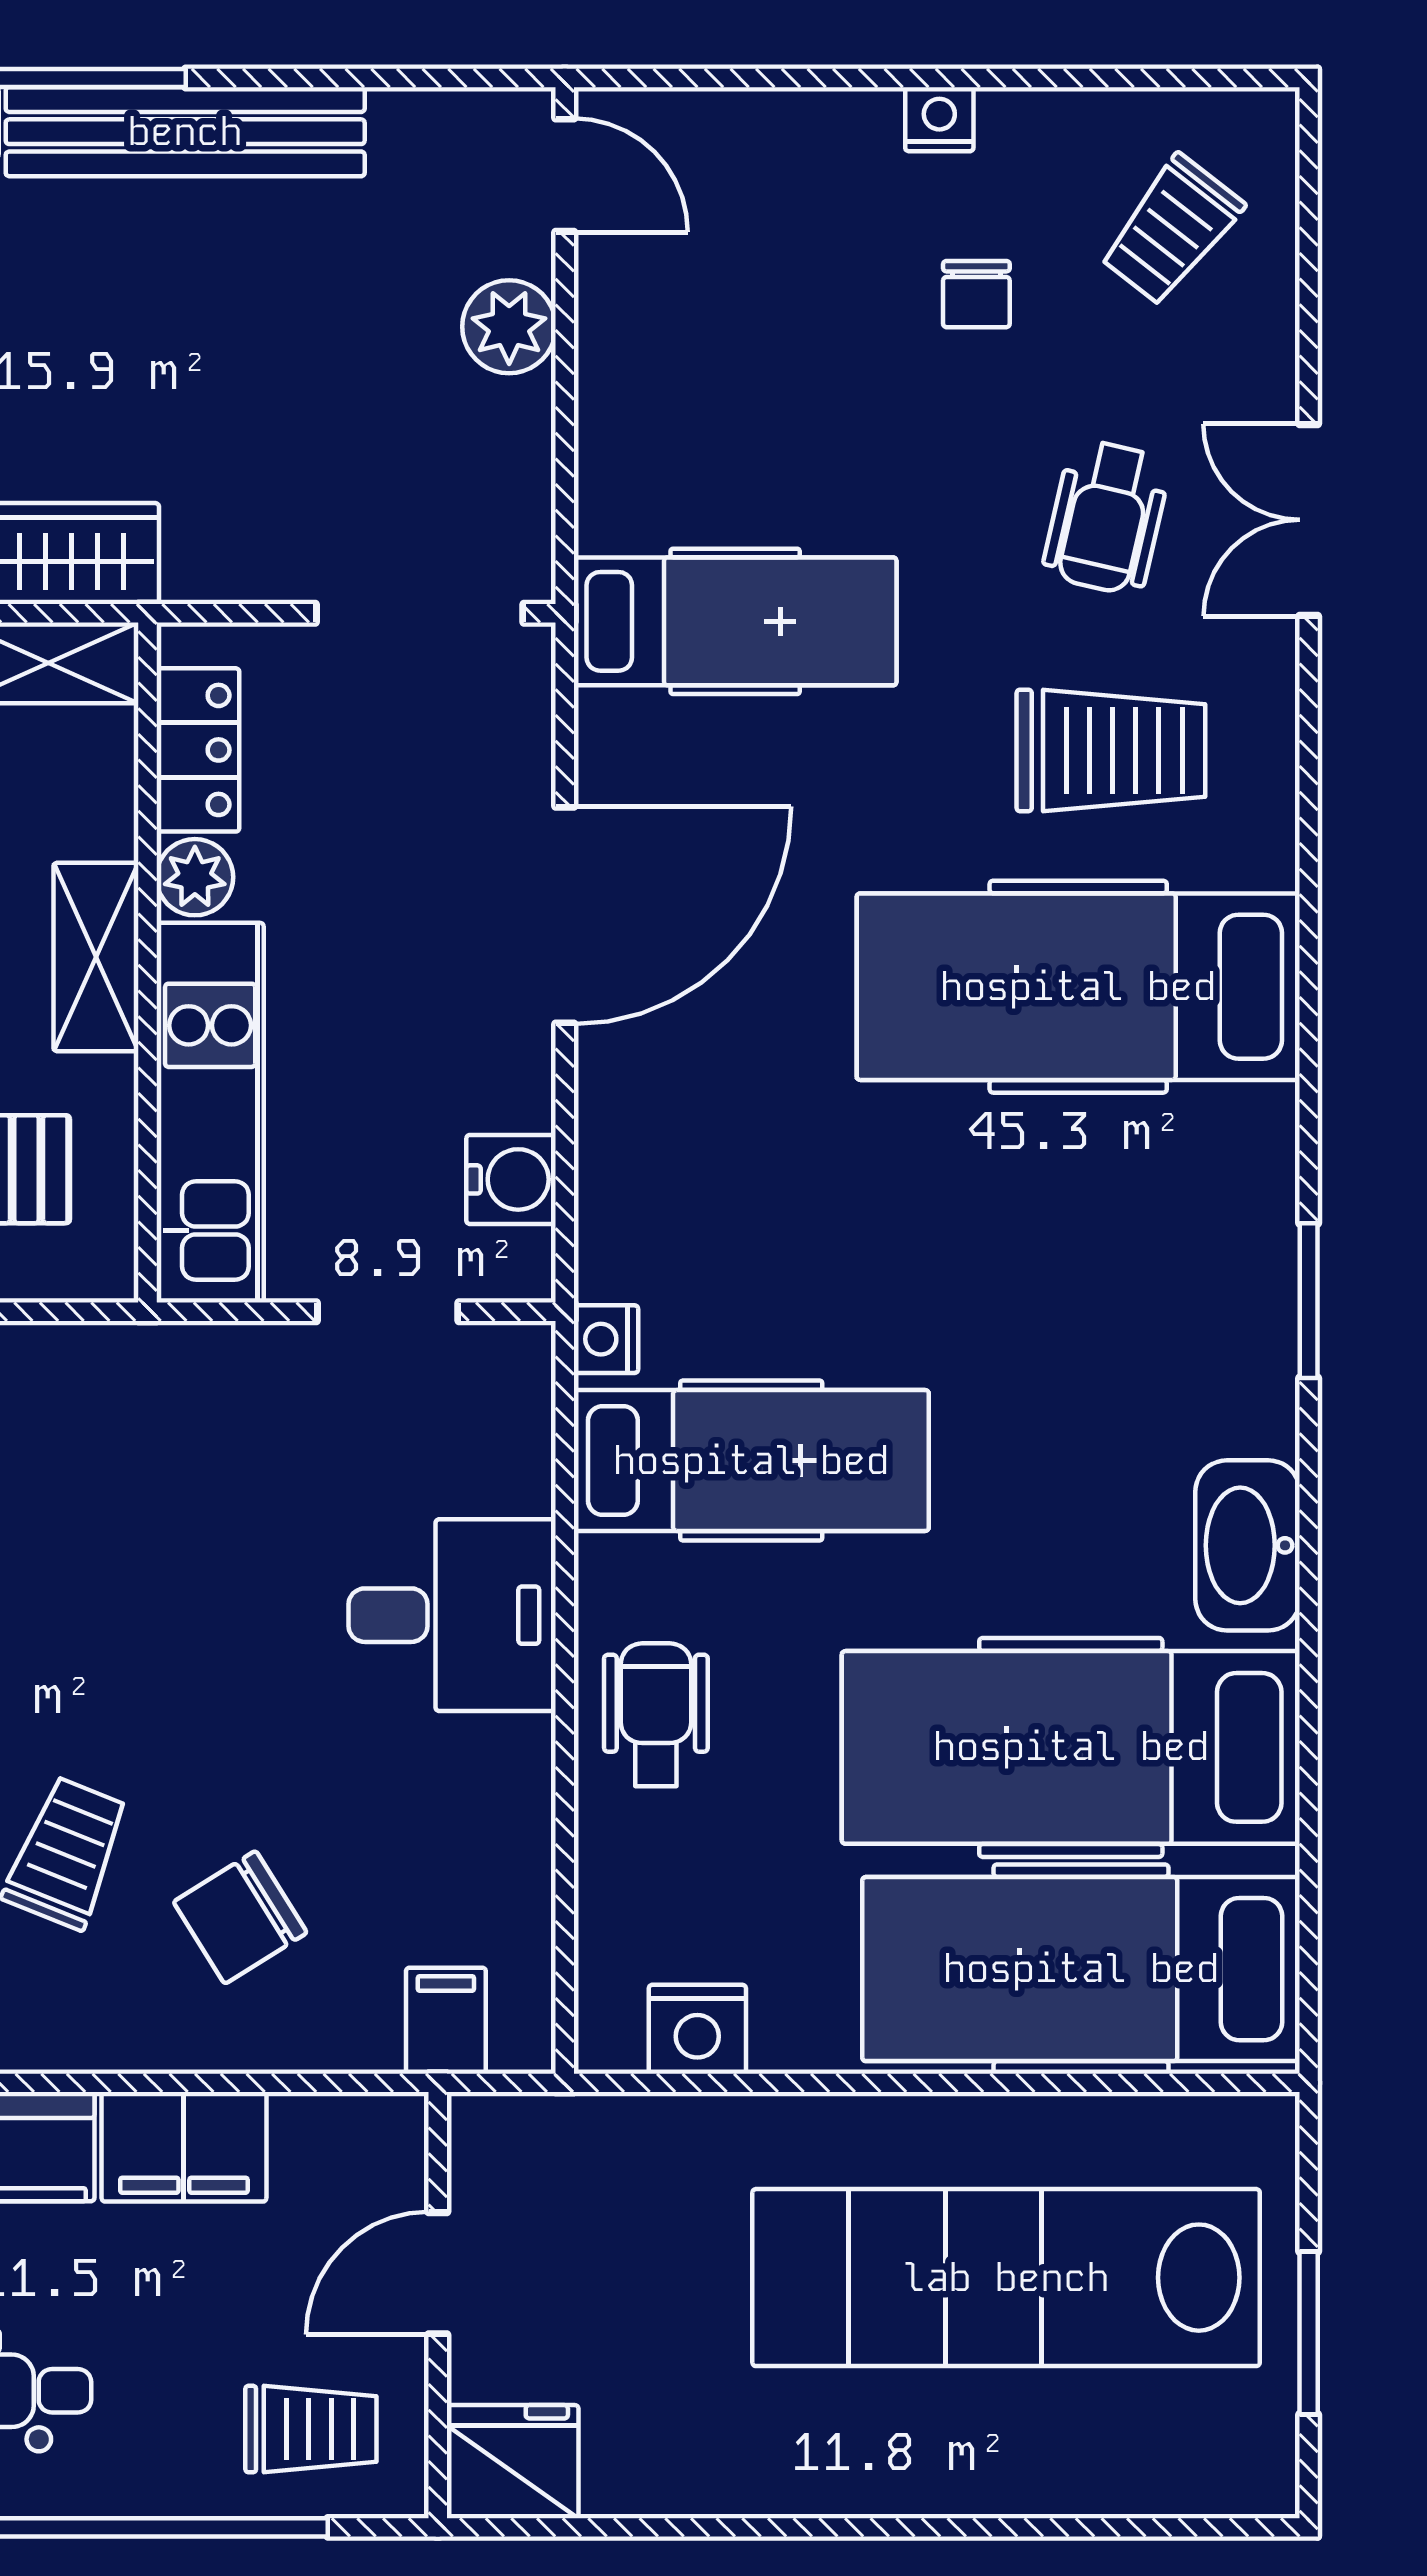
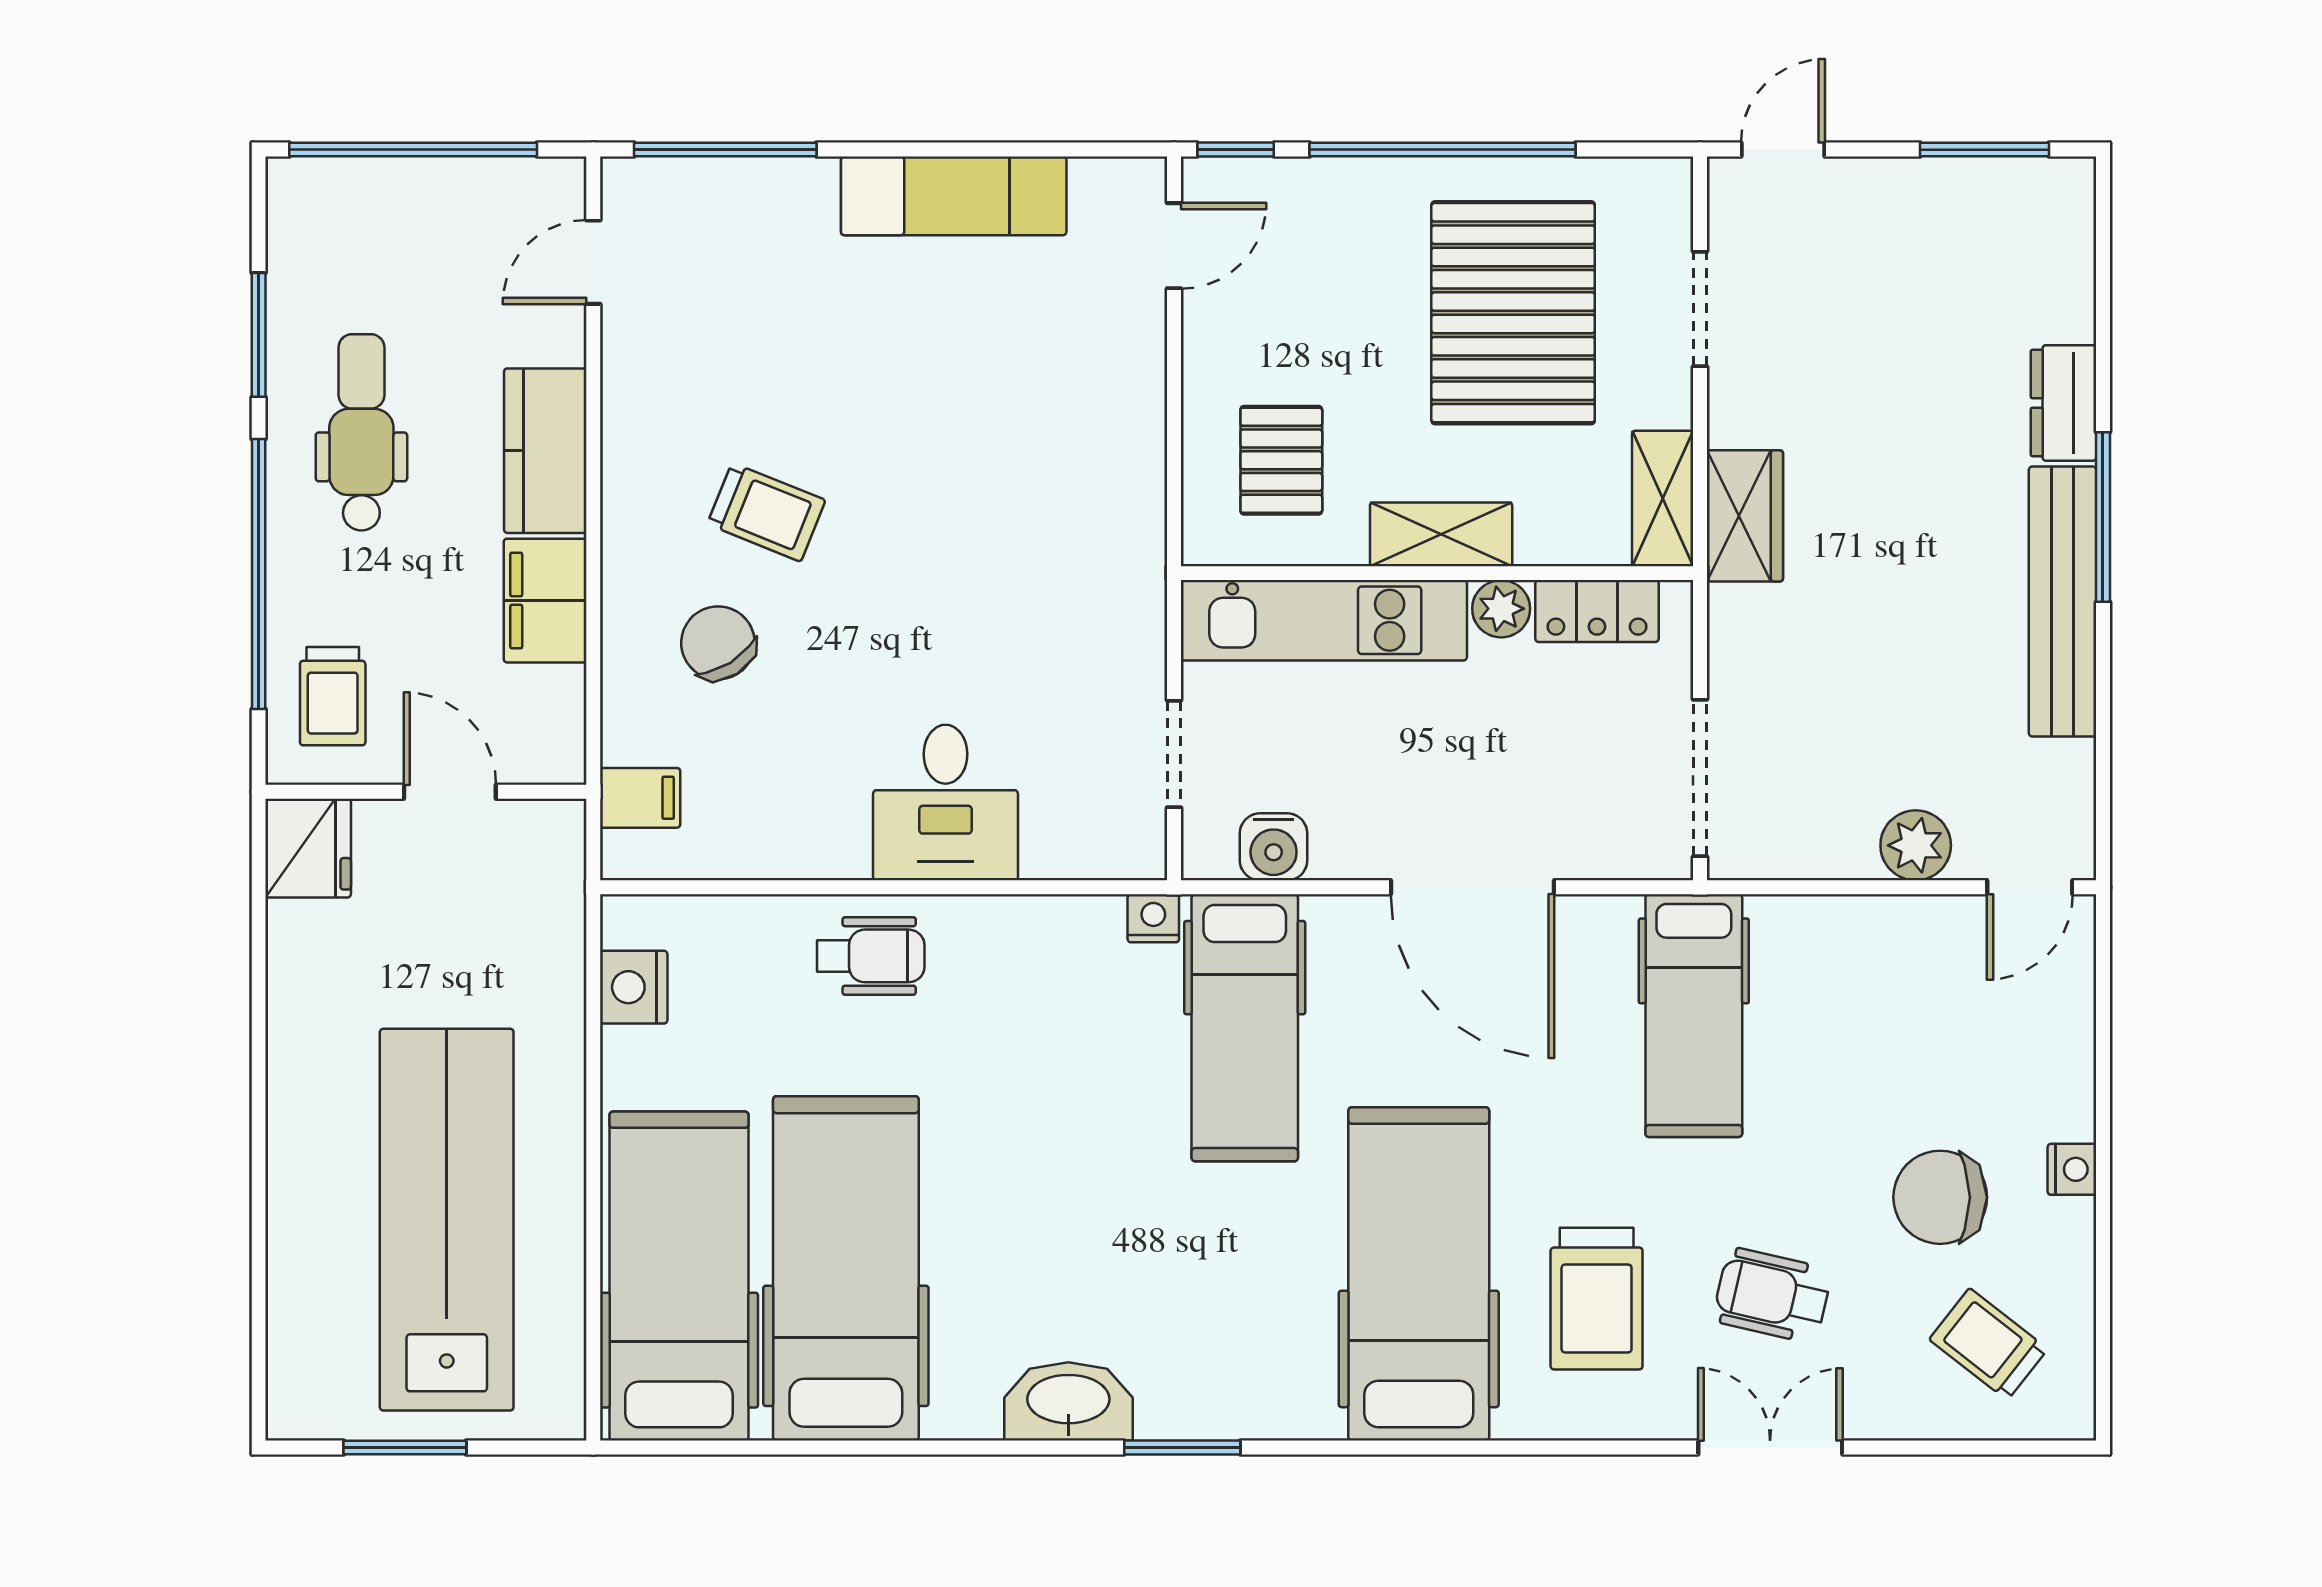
chair: (976, 294) -> (1940, 1197), width x1.87, depth x1.87
hospital bed: (751, 1461) -> (1245, 1028), moved
washbasin: (1248, 1545) -> (1068, 1401), moved

